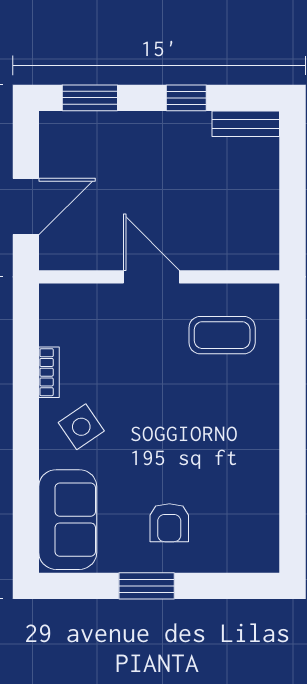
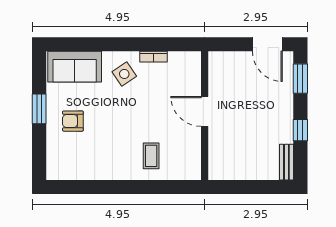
door: (26, 207) -> (267, 44), moved
door: (151, 277) -> (205, 111), swing flipped
coffee table: (222, 335) -> (151, 156), moved, width x0.73, depth x0.77

